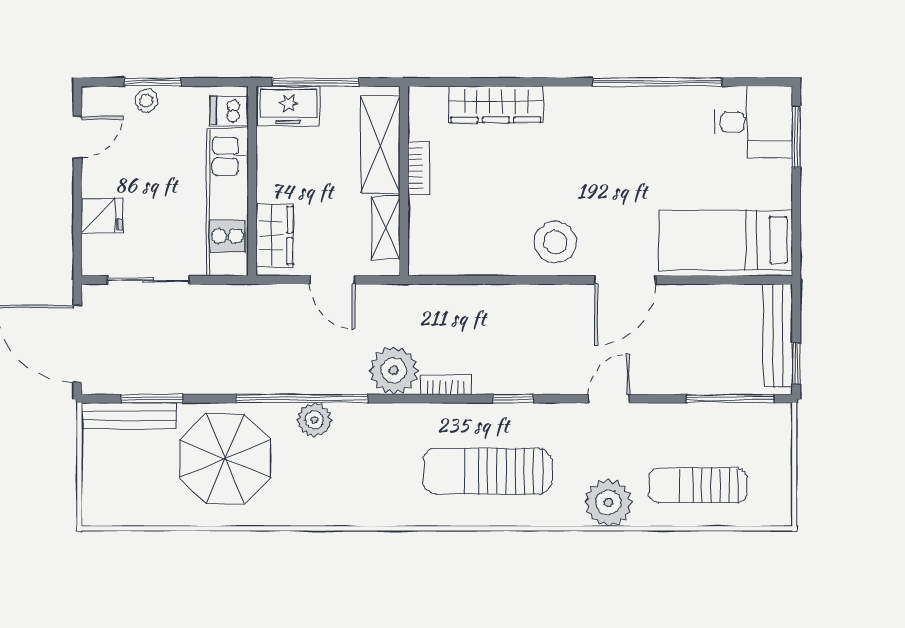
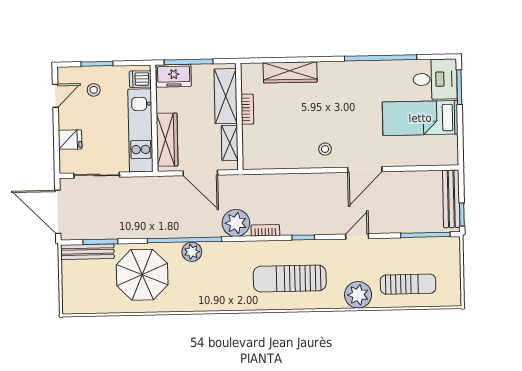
stool: (146, 101) -> (94, 90), moved
wardrobe: (274, 235) -> (167, 140), width x1.50
bed: (726, 240) -> (420, 118), moved
stool: (555, 242) -> (325, 149), width x0.53, depth x0.53
door: (332, 280) -> (200, 173), width x1.38
sun lounger: (698, 485) -> (408, 284), turned 180

